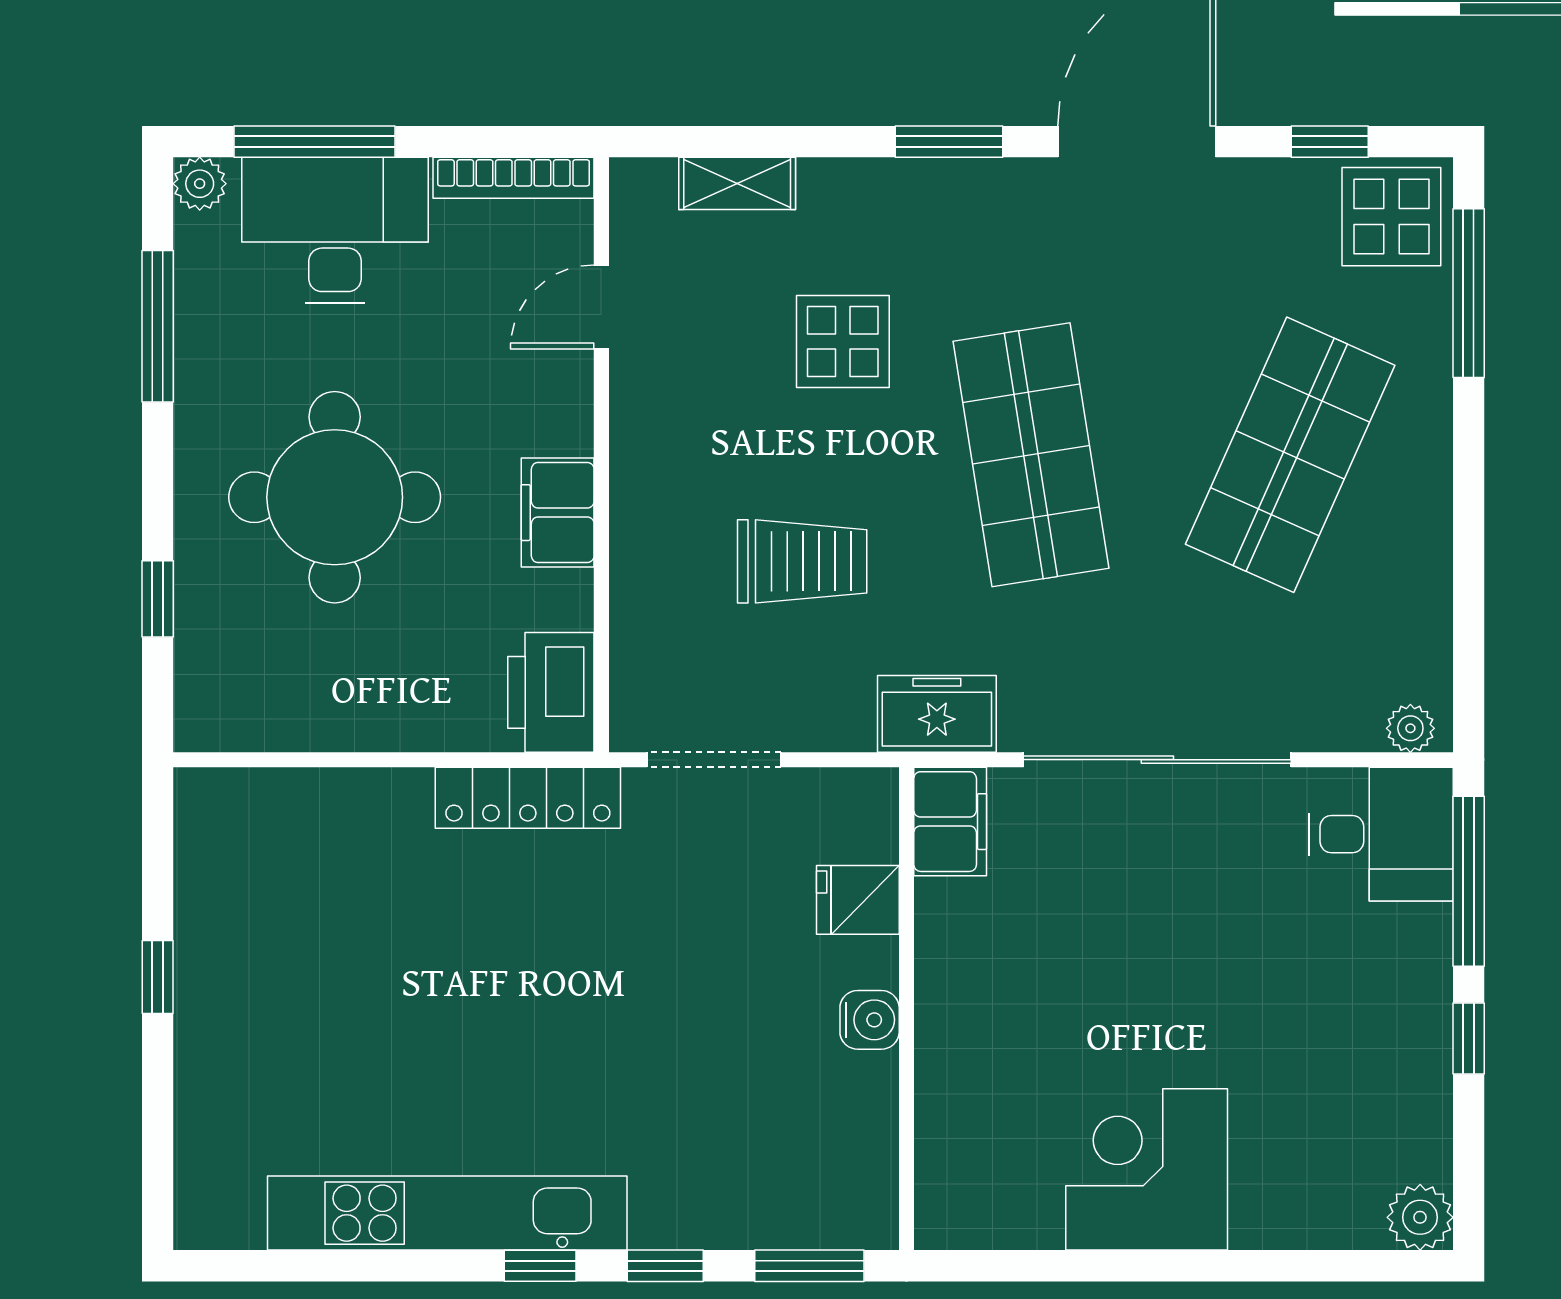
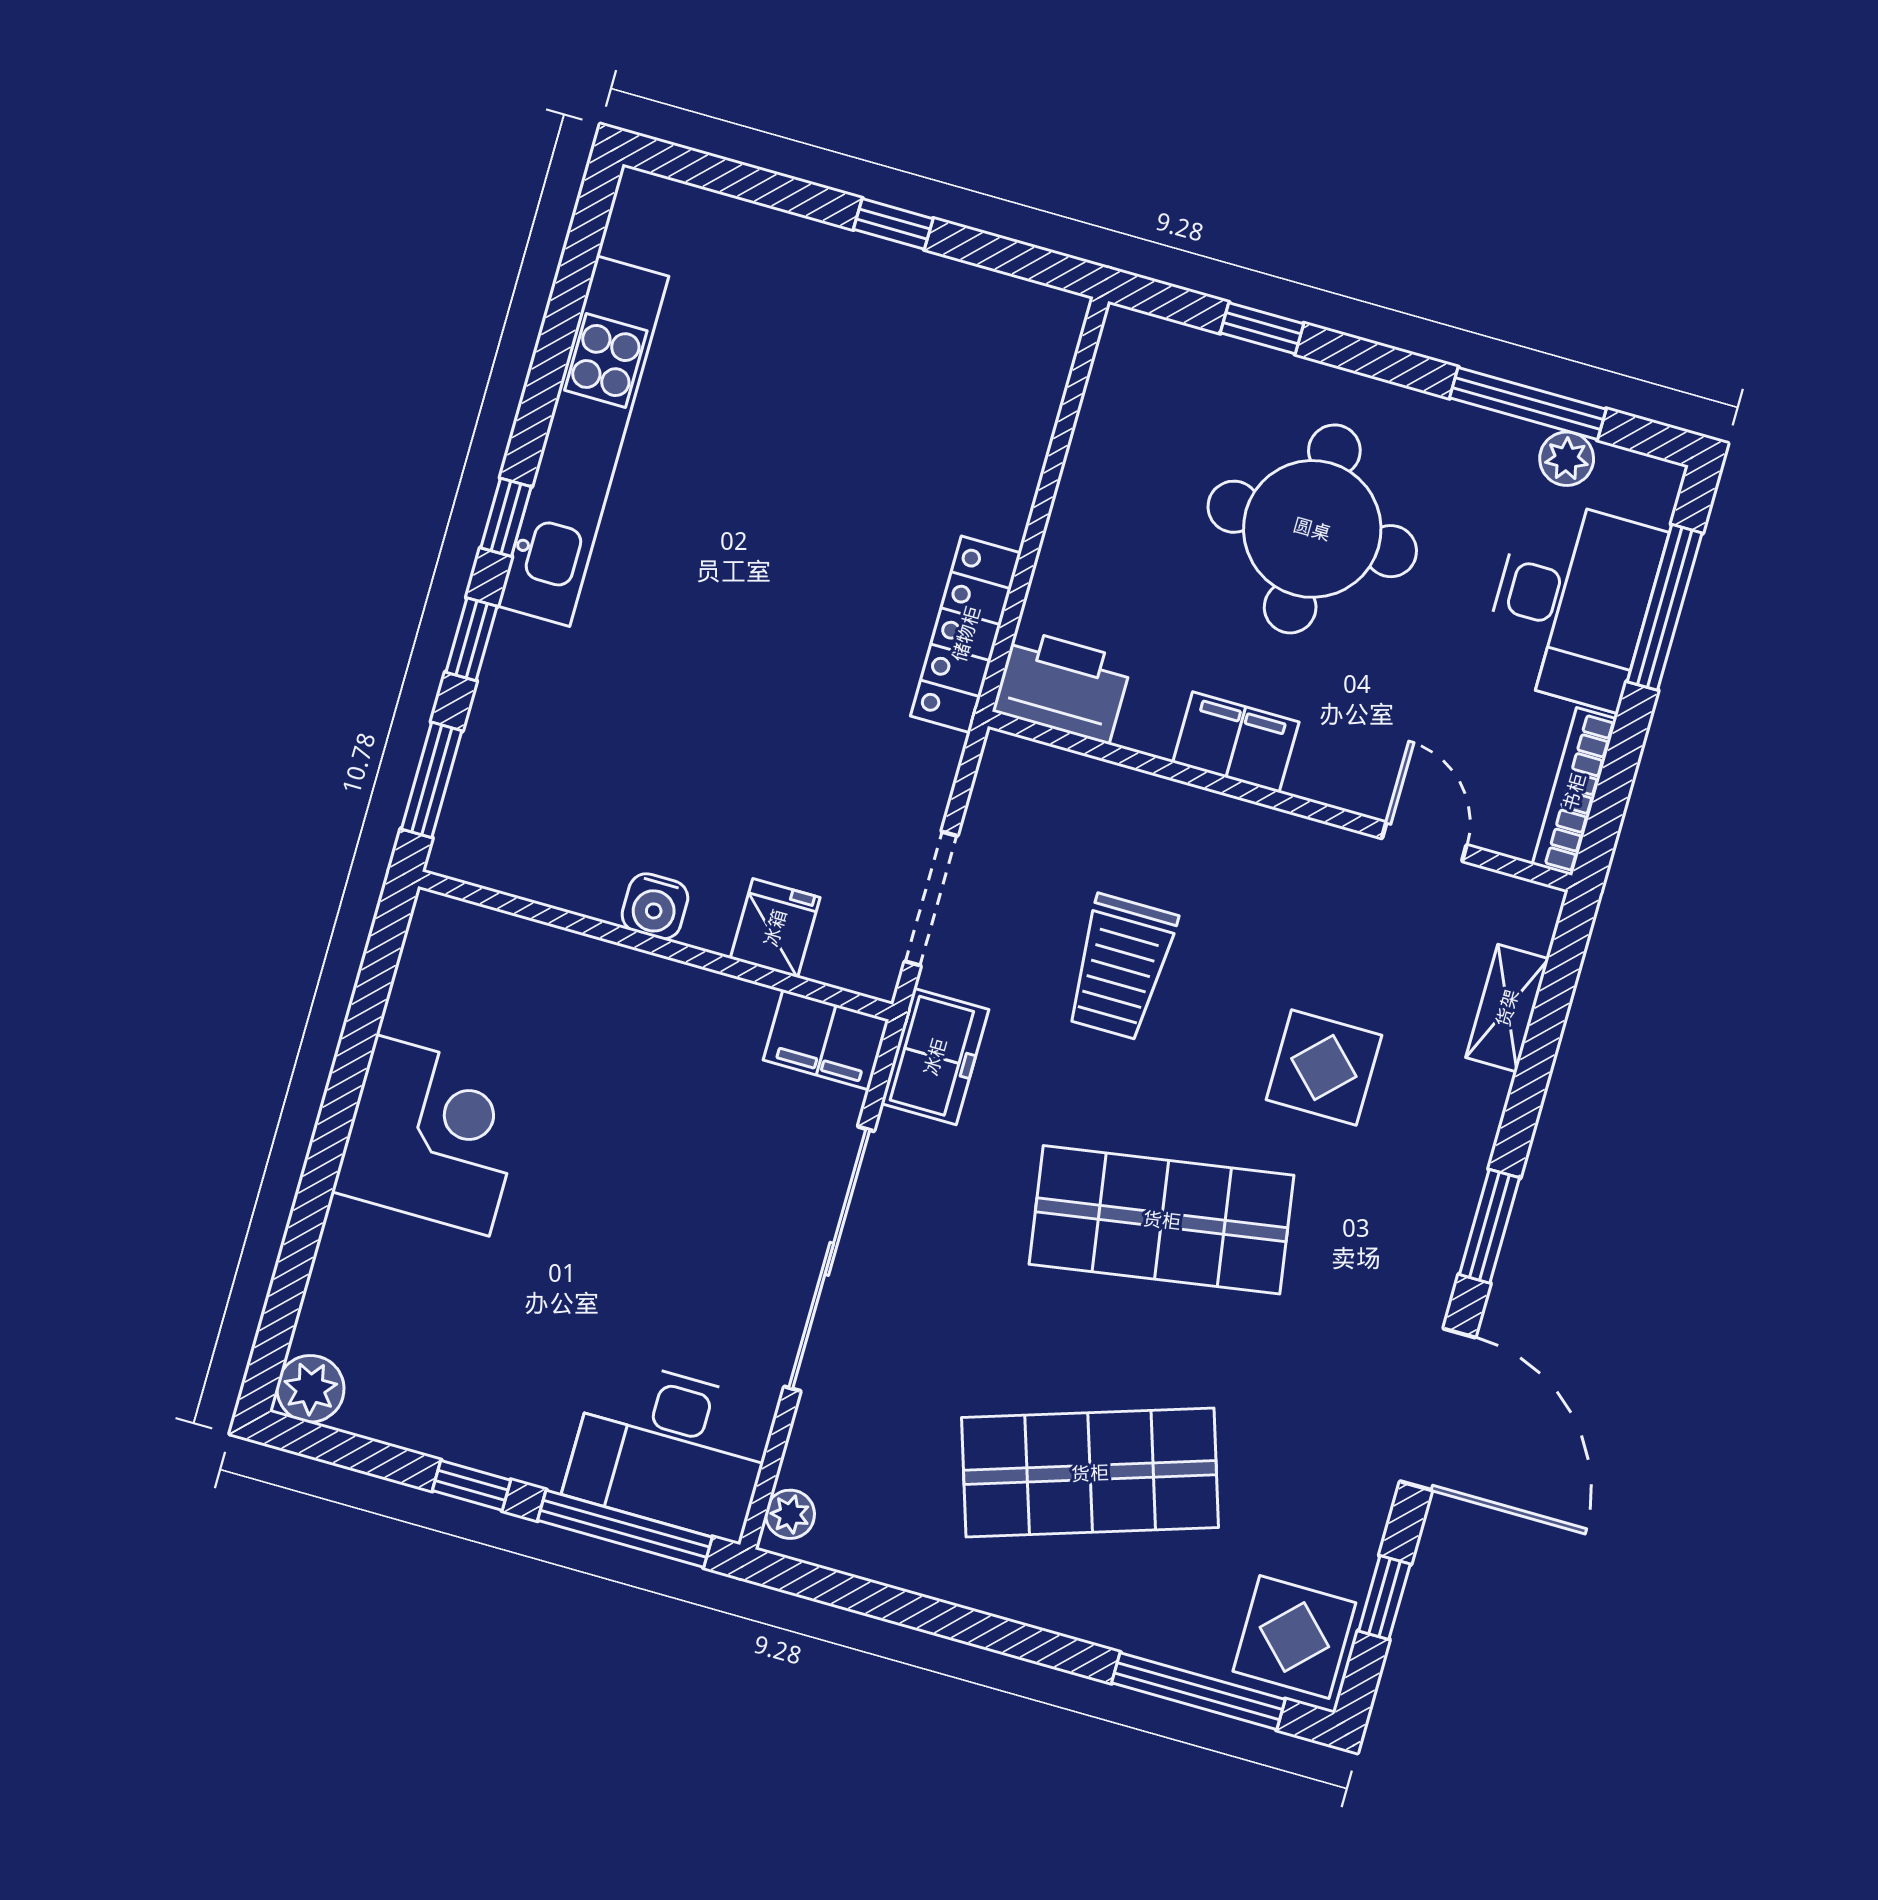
plant: (200, 184) -> (1567, 459), moved
shop shelf: (1290, 455) -> (1090, 1473), turned -42
doorway: (714, 760) -> (931, 899), moved
desk: (1381, 834) -> (671, 1449), width x1.37

